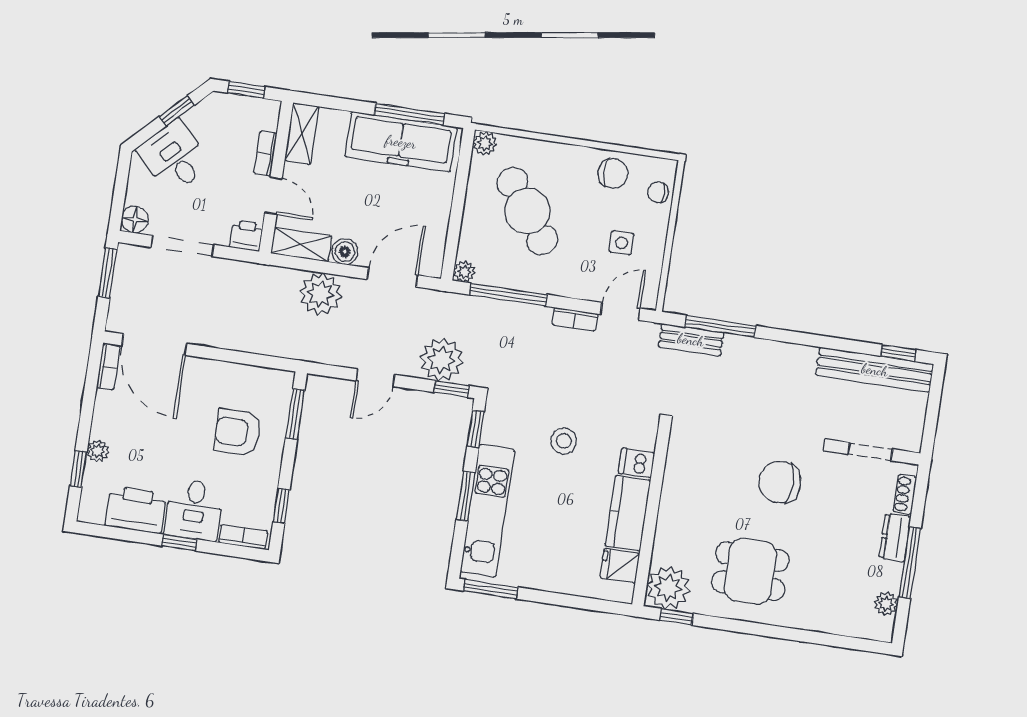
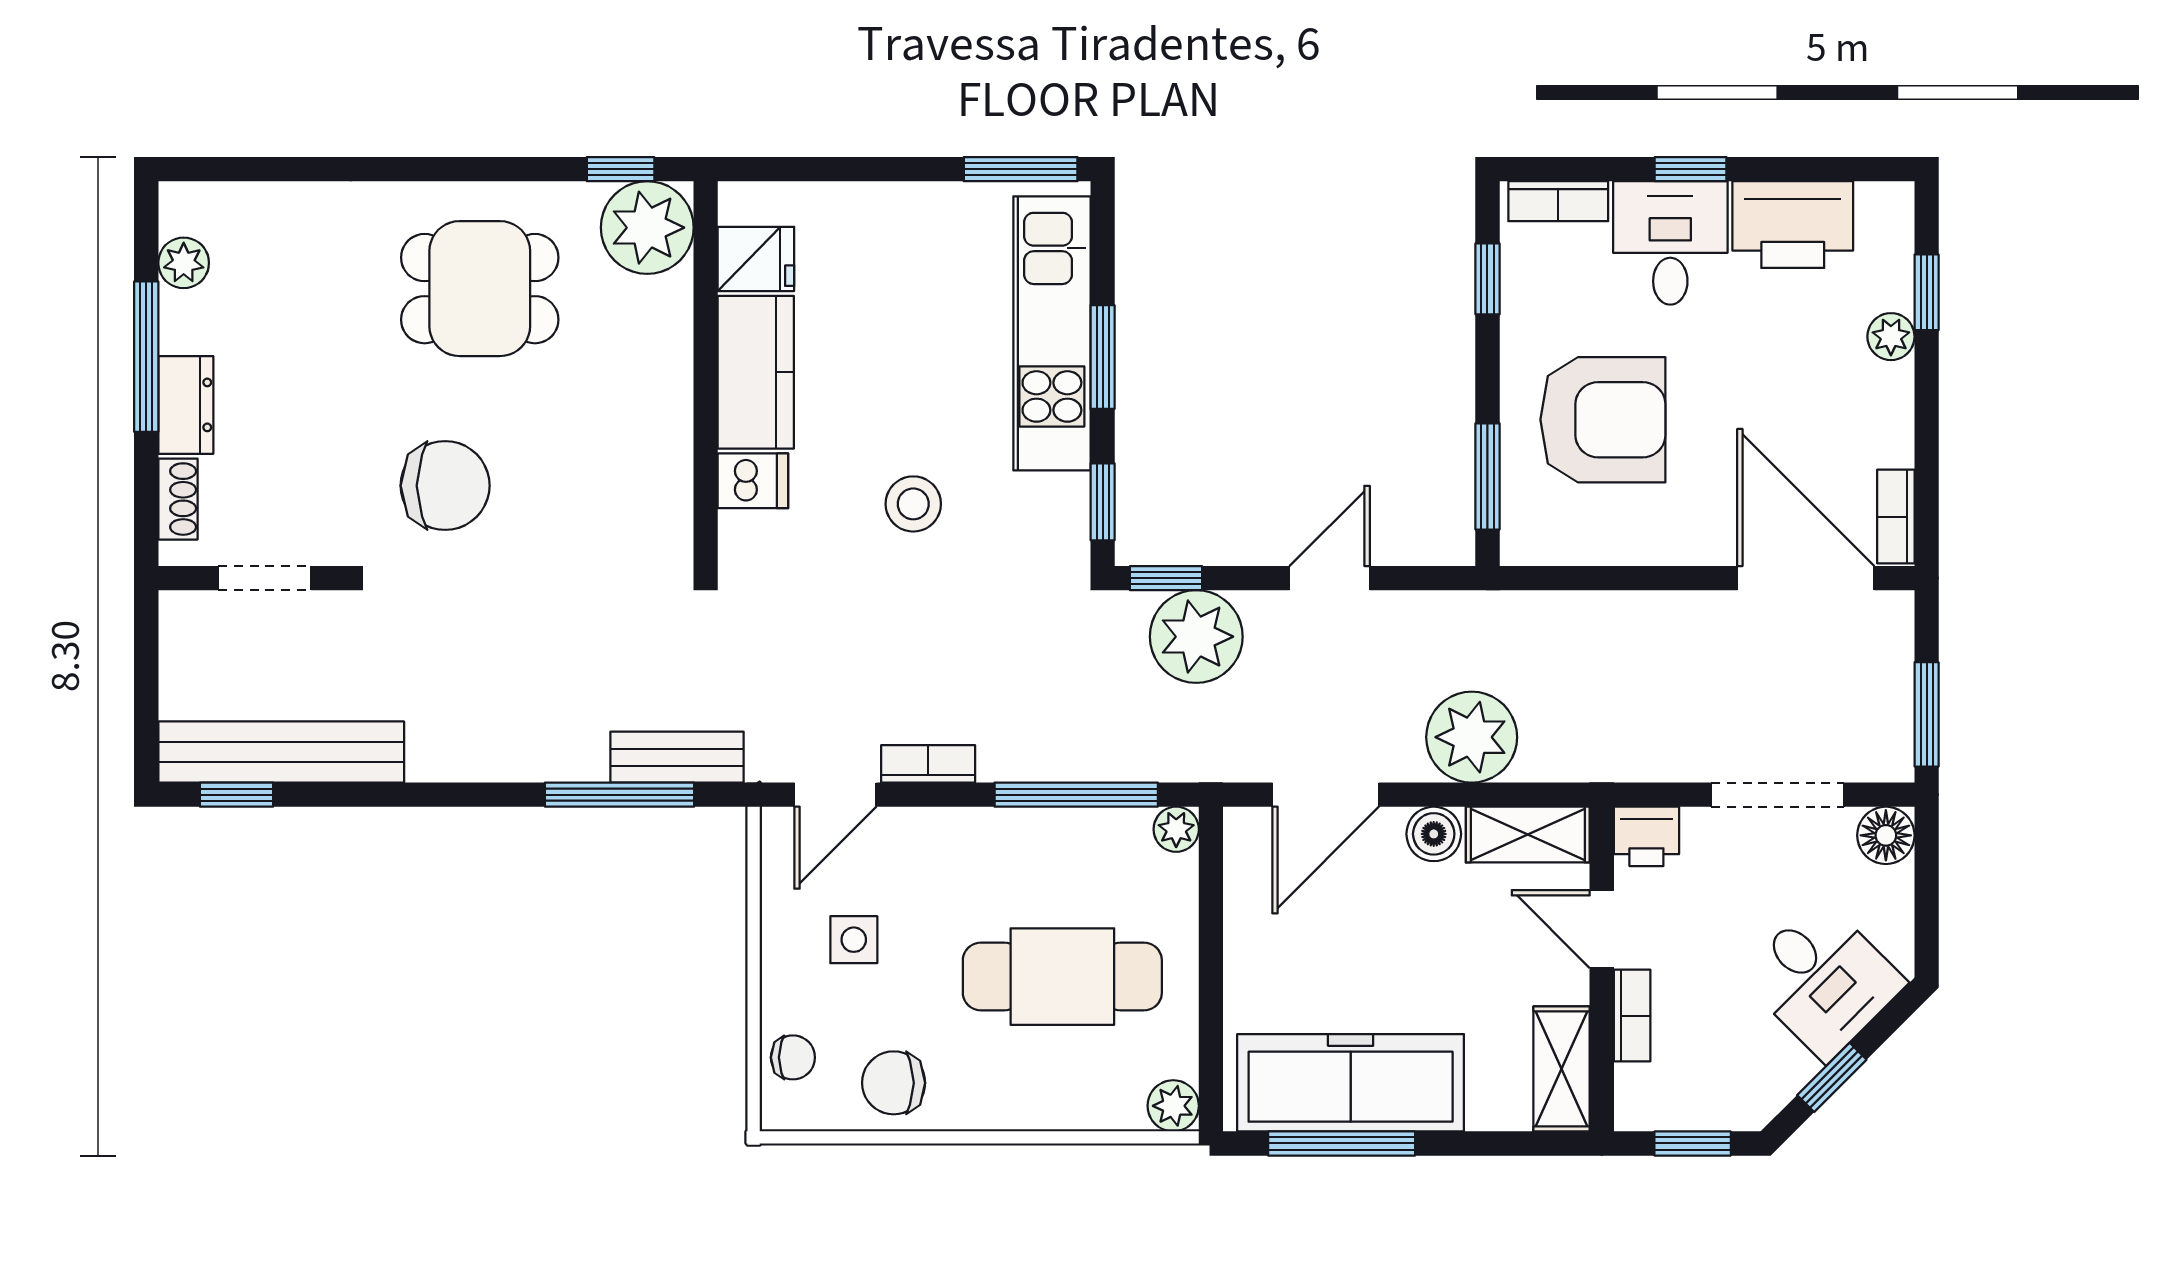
cafe table: (527, 211) -> (1062, 977), turned -54
armchair: (238, 432) -> (1603, 420), width x1.36, depth x1.36

